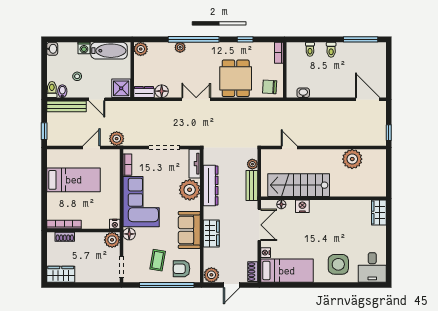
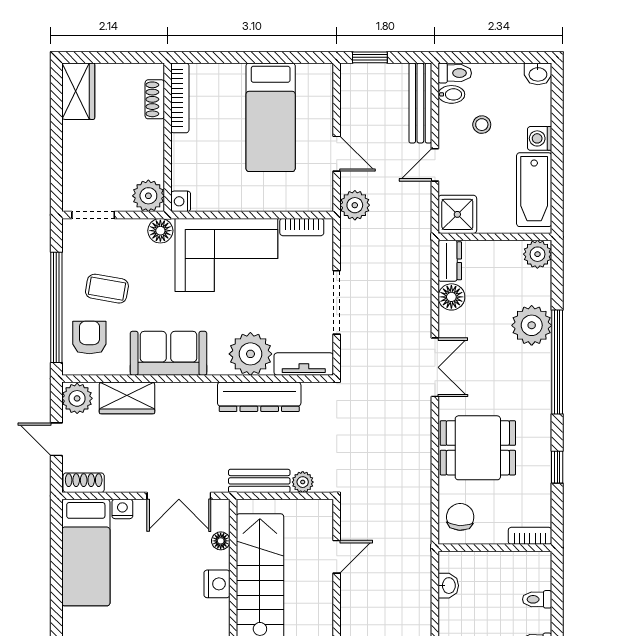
plant: (180, 47) -> (532, 325), width x1.87, depth x1.87
wardrobe: (211, 233) -> (127, 398), moved

